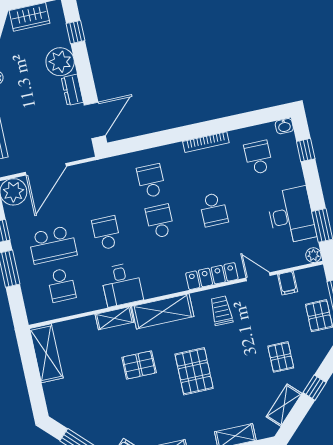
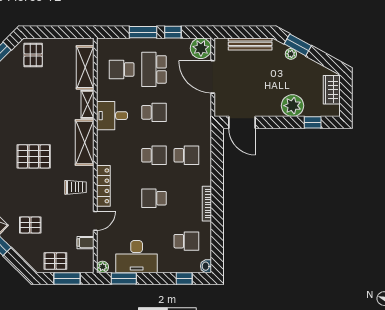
dresser: (72, 90) -> (269, 110), removed
shelving: (46, 353) -> (85, 67), moved, turned 90
pallet: (139, 365) -> (33, 55), moved

